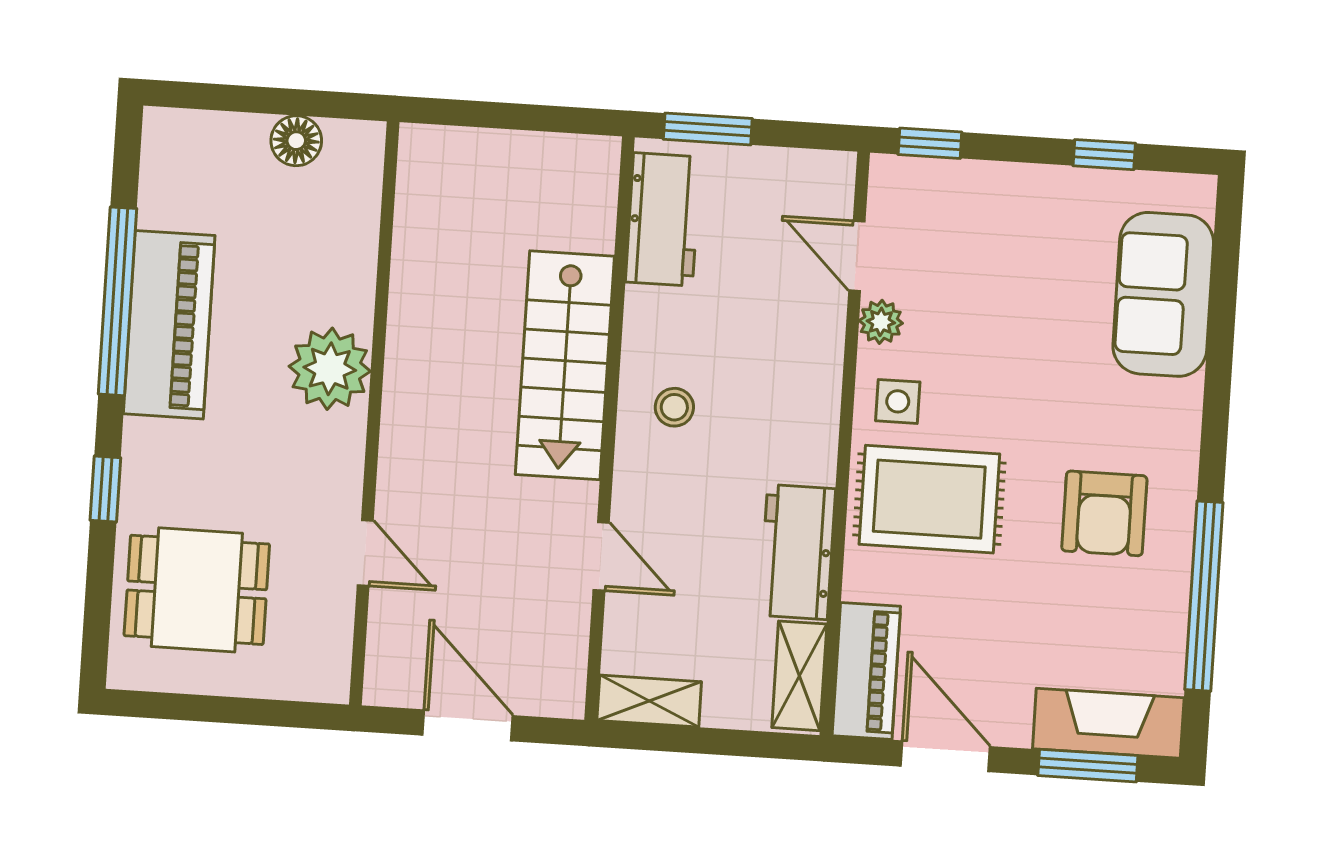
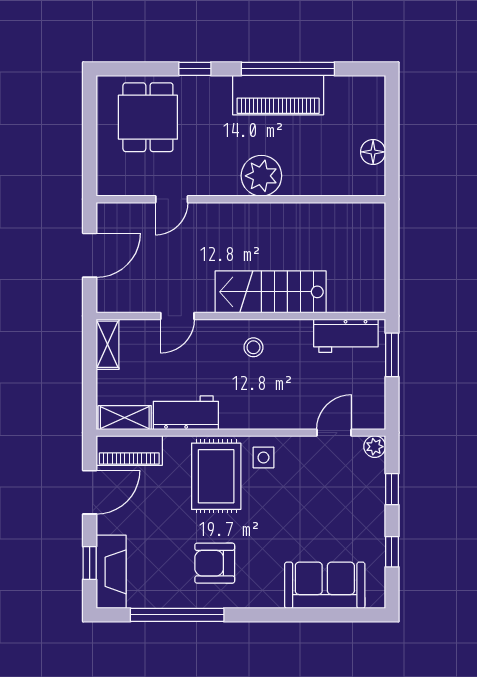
window: (930, 143) -> (392, 489), moved
plant: (881, 322) -> (375, 447), moved
window: (1088, 766) -> (90, 563), width x0.67

